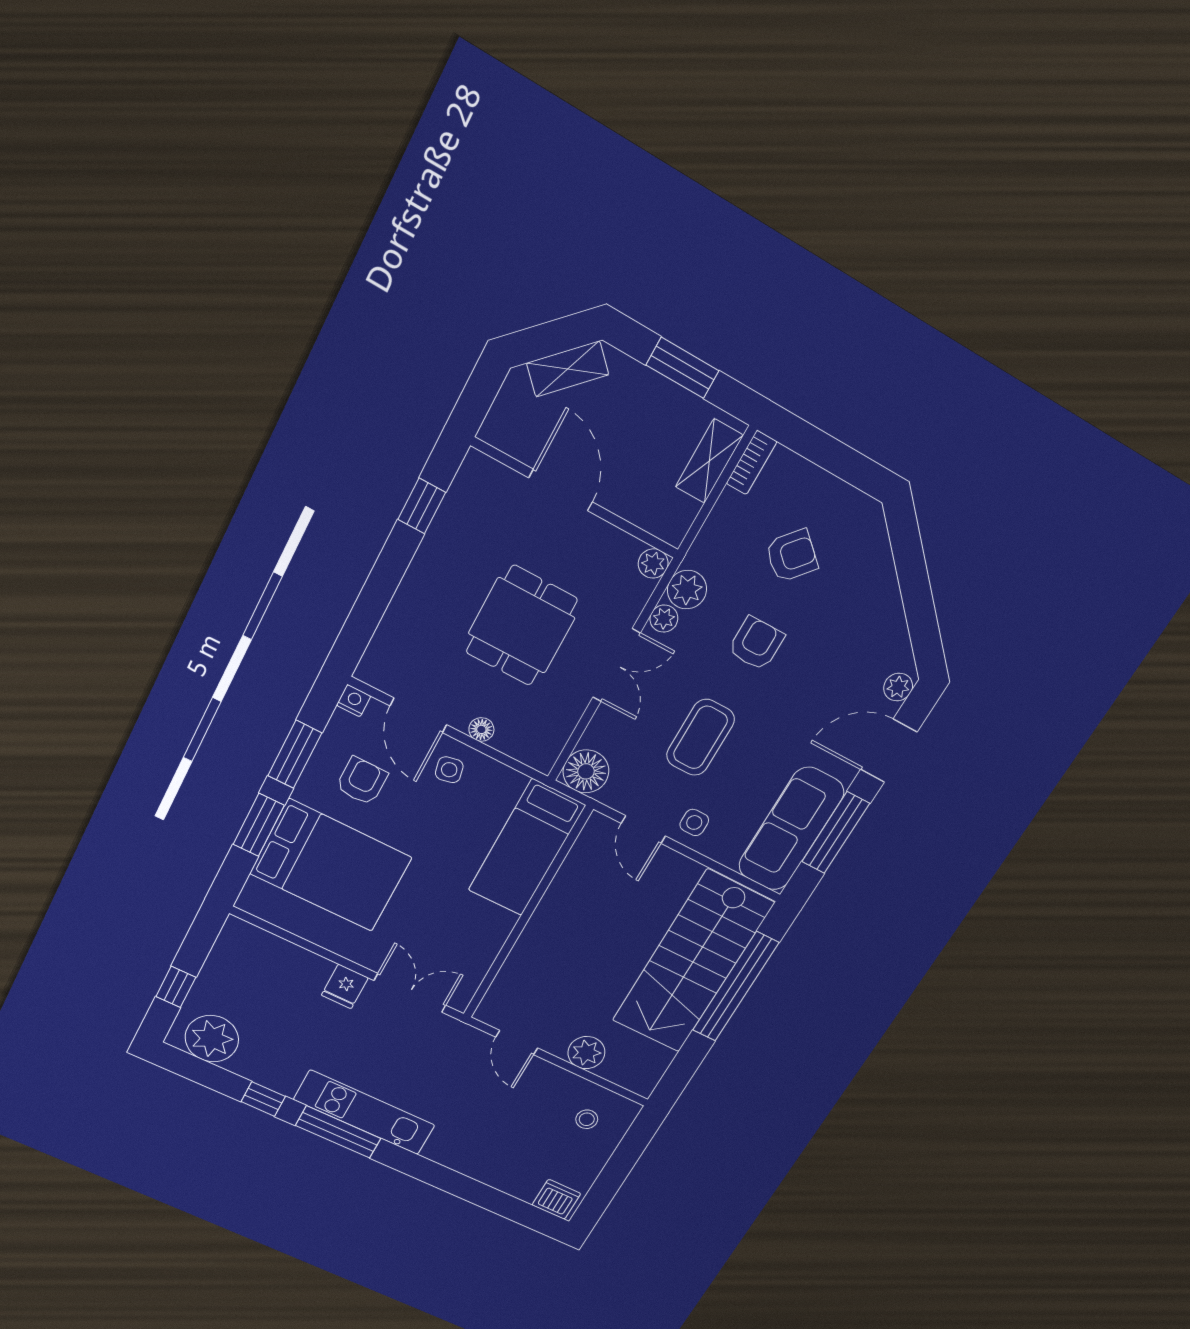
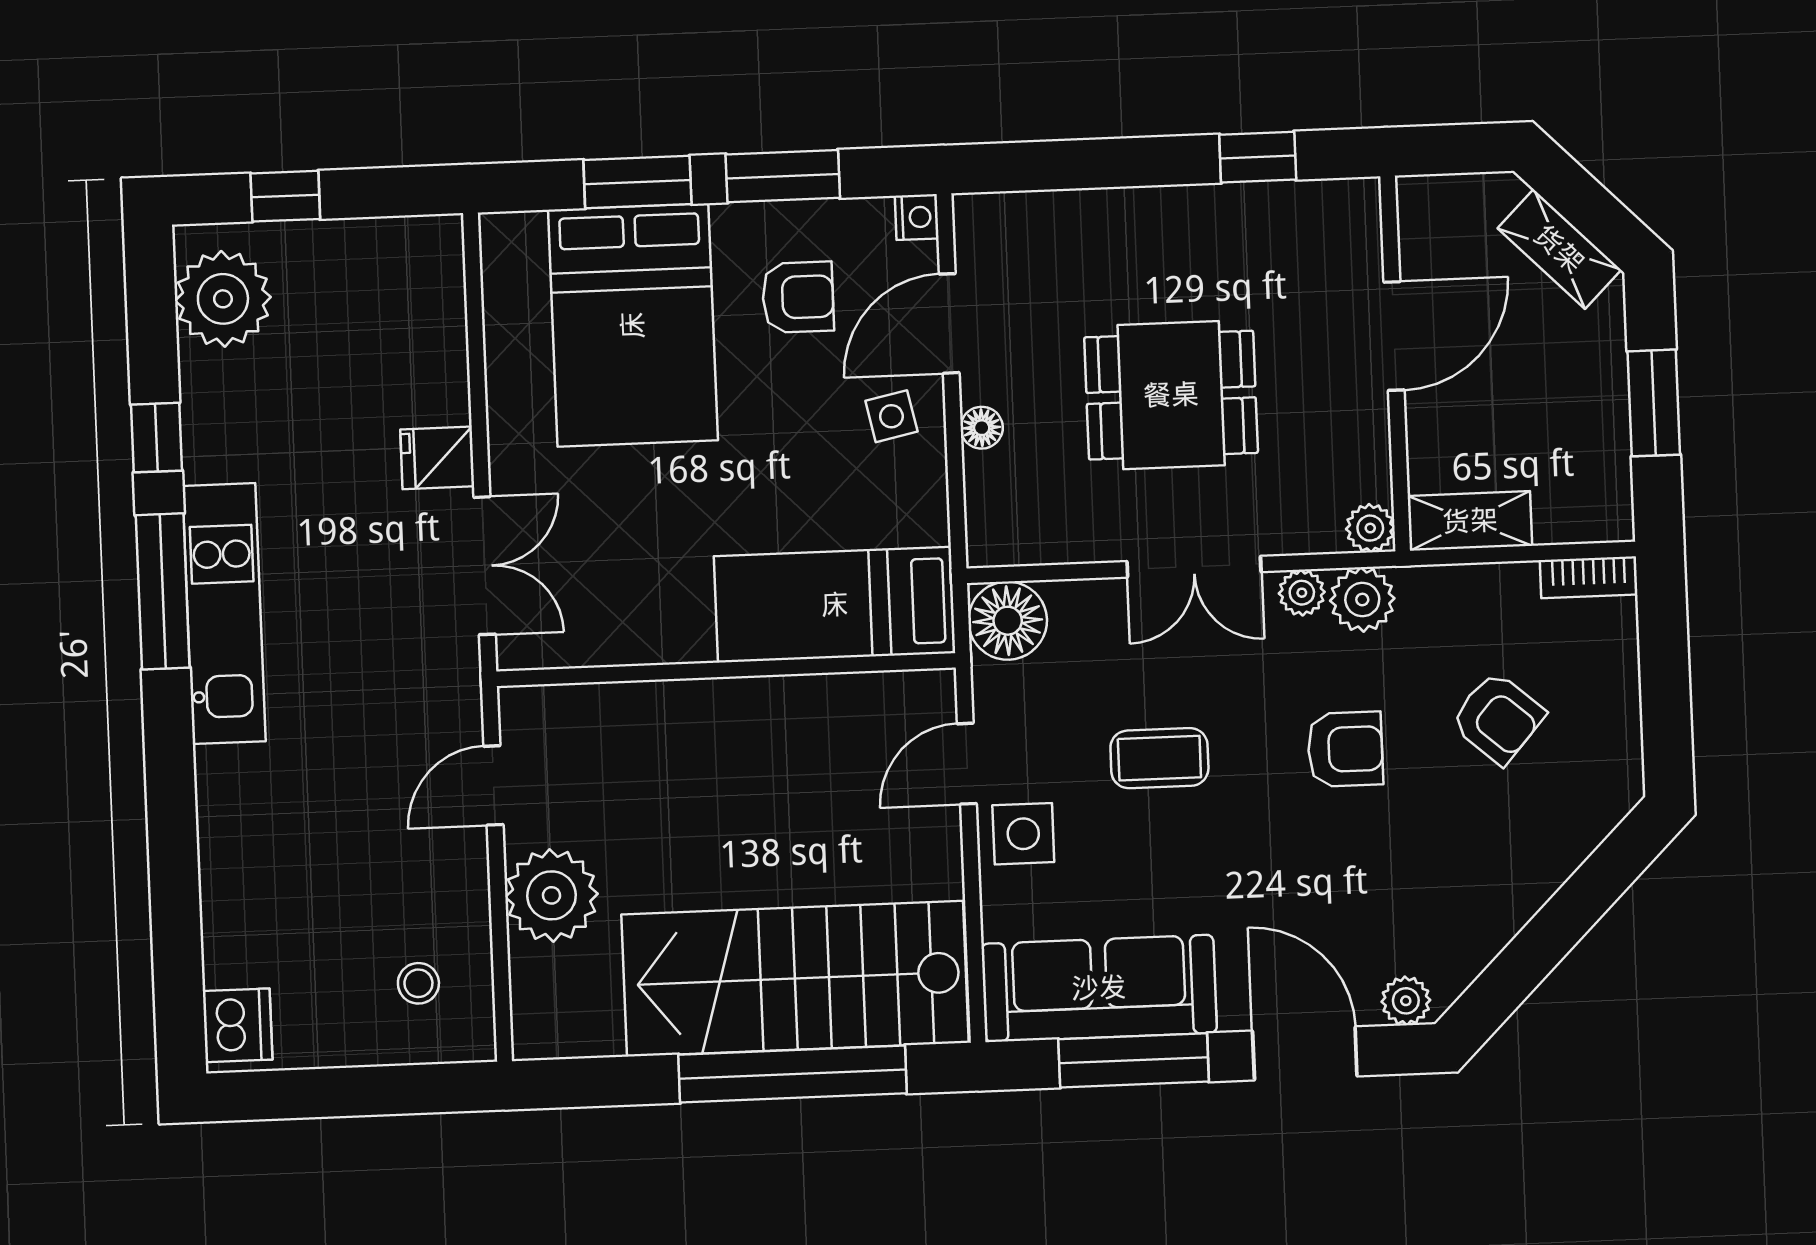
shelving: (709, 461) -> (1470, 521), moved
coffee table: (700, 737) -> (1159, 758), width x0.73, depth x0.77
side table: (694, 822) -> (1023, 834), width x1.37, depth x1.37
plant: (586, 1053) -> (552, 895), width x1.36, depth x1.36

